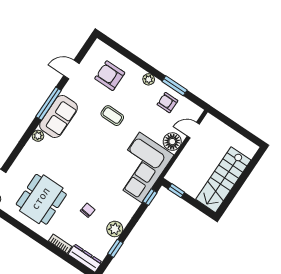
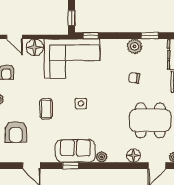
window: (49, 104) -> (70, 166), width x0.46
side table: (96, 149) -> (81, 103), added
floor lamp: (21, 164) -> (134, 156), added

